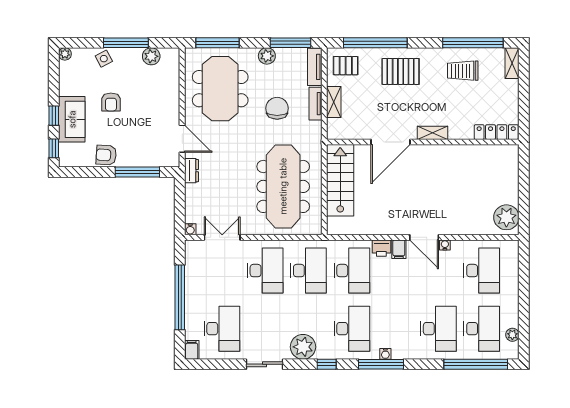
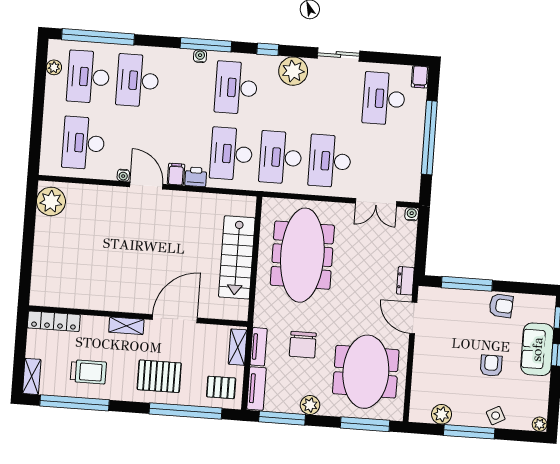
locker: (496, 132) -> (54, 321), moved
shelving: (432, 133) -> (126, 326), moved
door: (391, 142) -> (175, 319), moved
wall: (423, 142) -> (138, 316), moved

